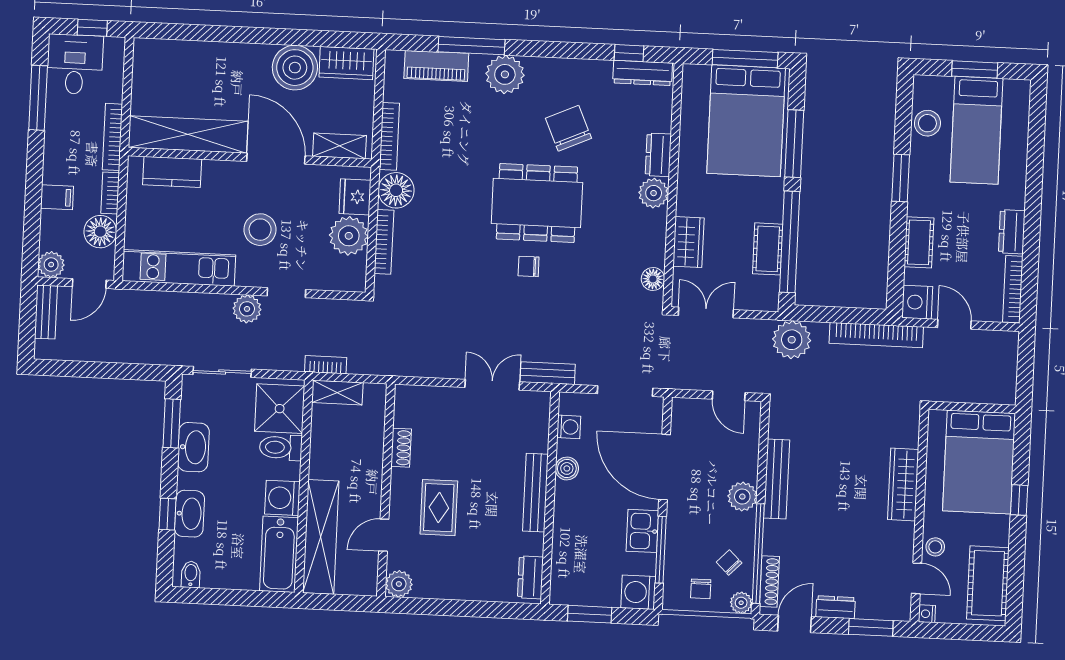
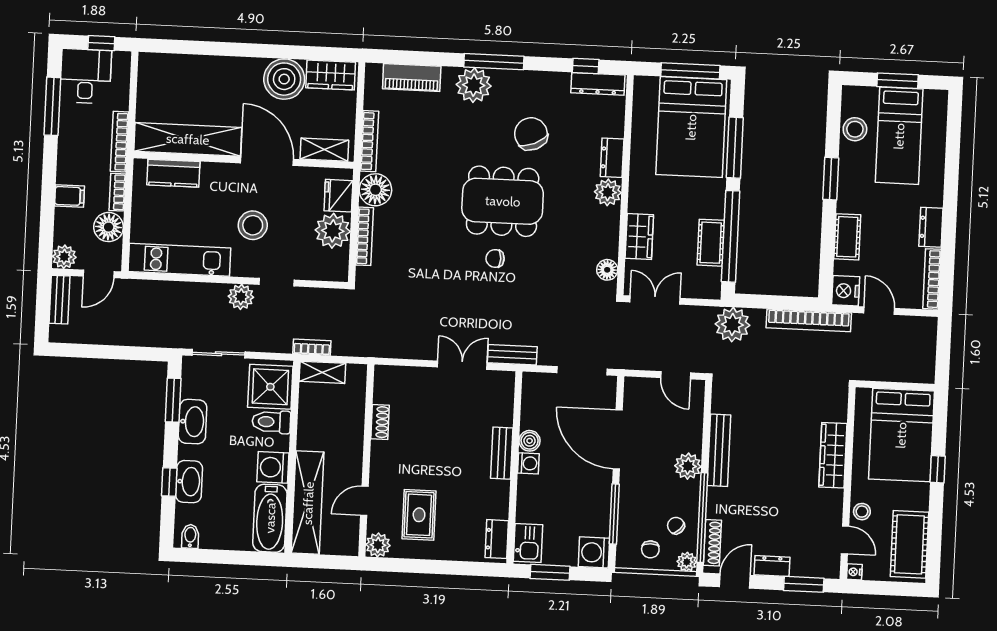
window: (471, 46) -> (494, 62), moved
washing machine: (569, 427) -> (528, 463), moved
bench: (535, 493) -> (502, 453), width x0.73
rug: (439, 508) -> (419, 515), moved
kitchen sink: (642, 531) -> (528, 543), moved, turned 180

